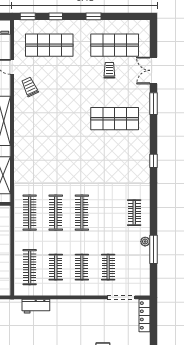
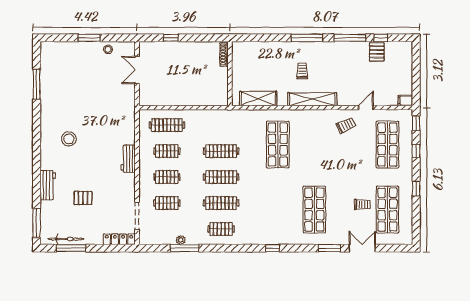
shop shelf: (49, 155) -> (278, 145), added
clothes rail: (30, 213) -> (221, 203), moved
plant: (145, 242) -> (181, 240), moved
workbench: (36, 306) -> (128, 159), moved

